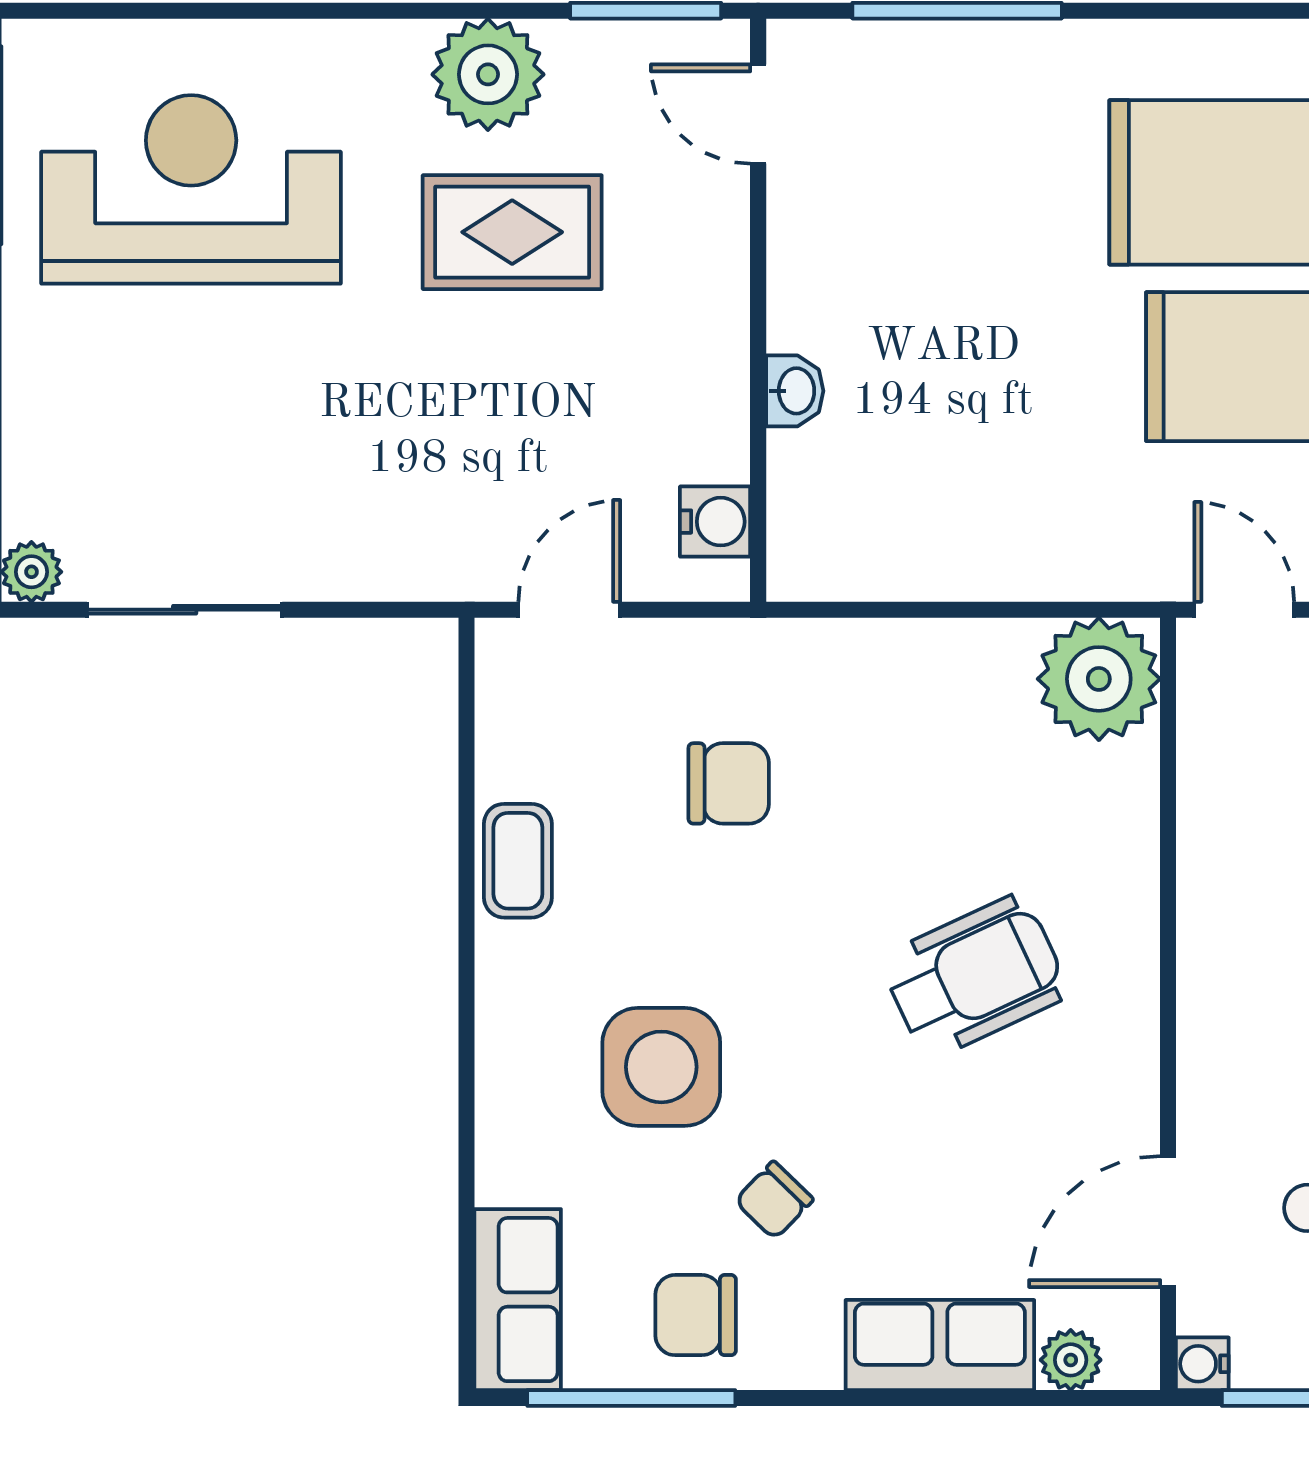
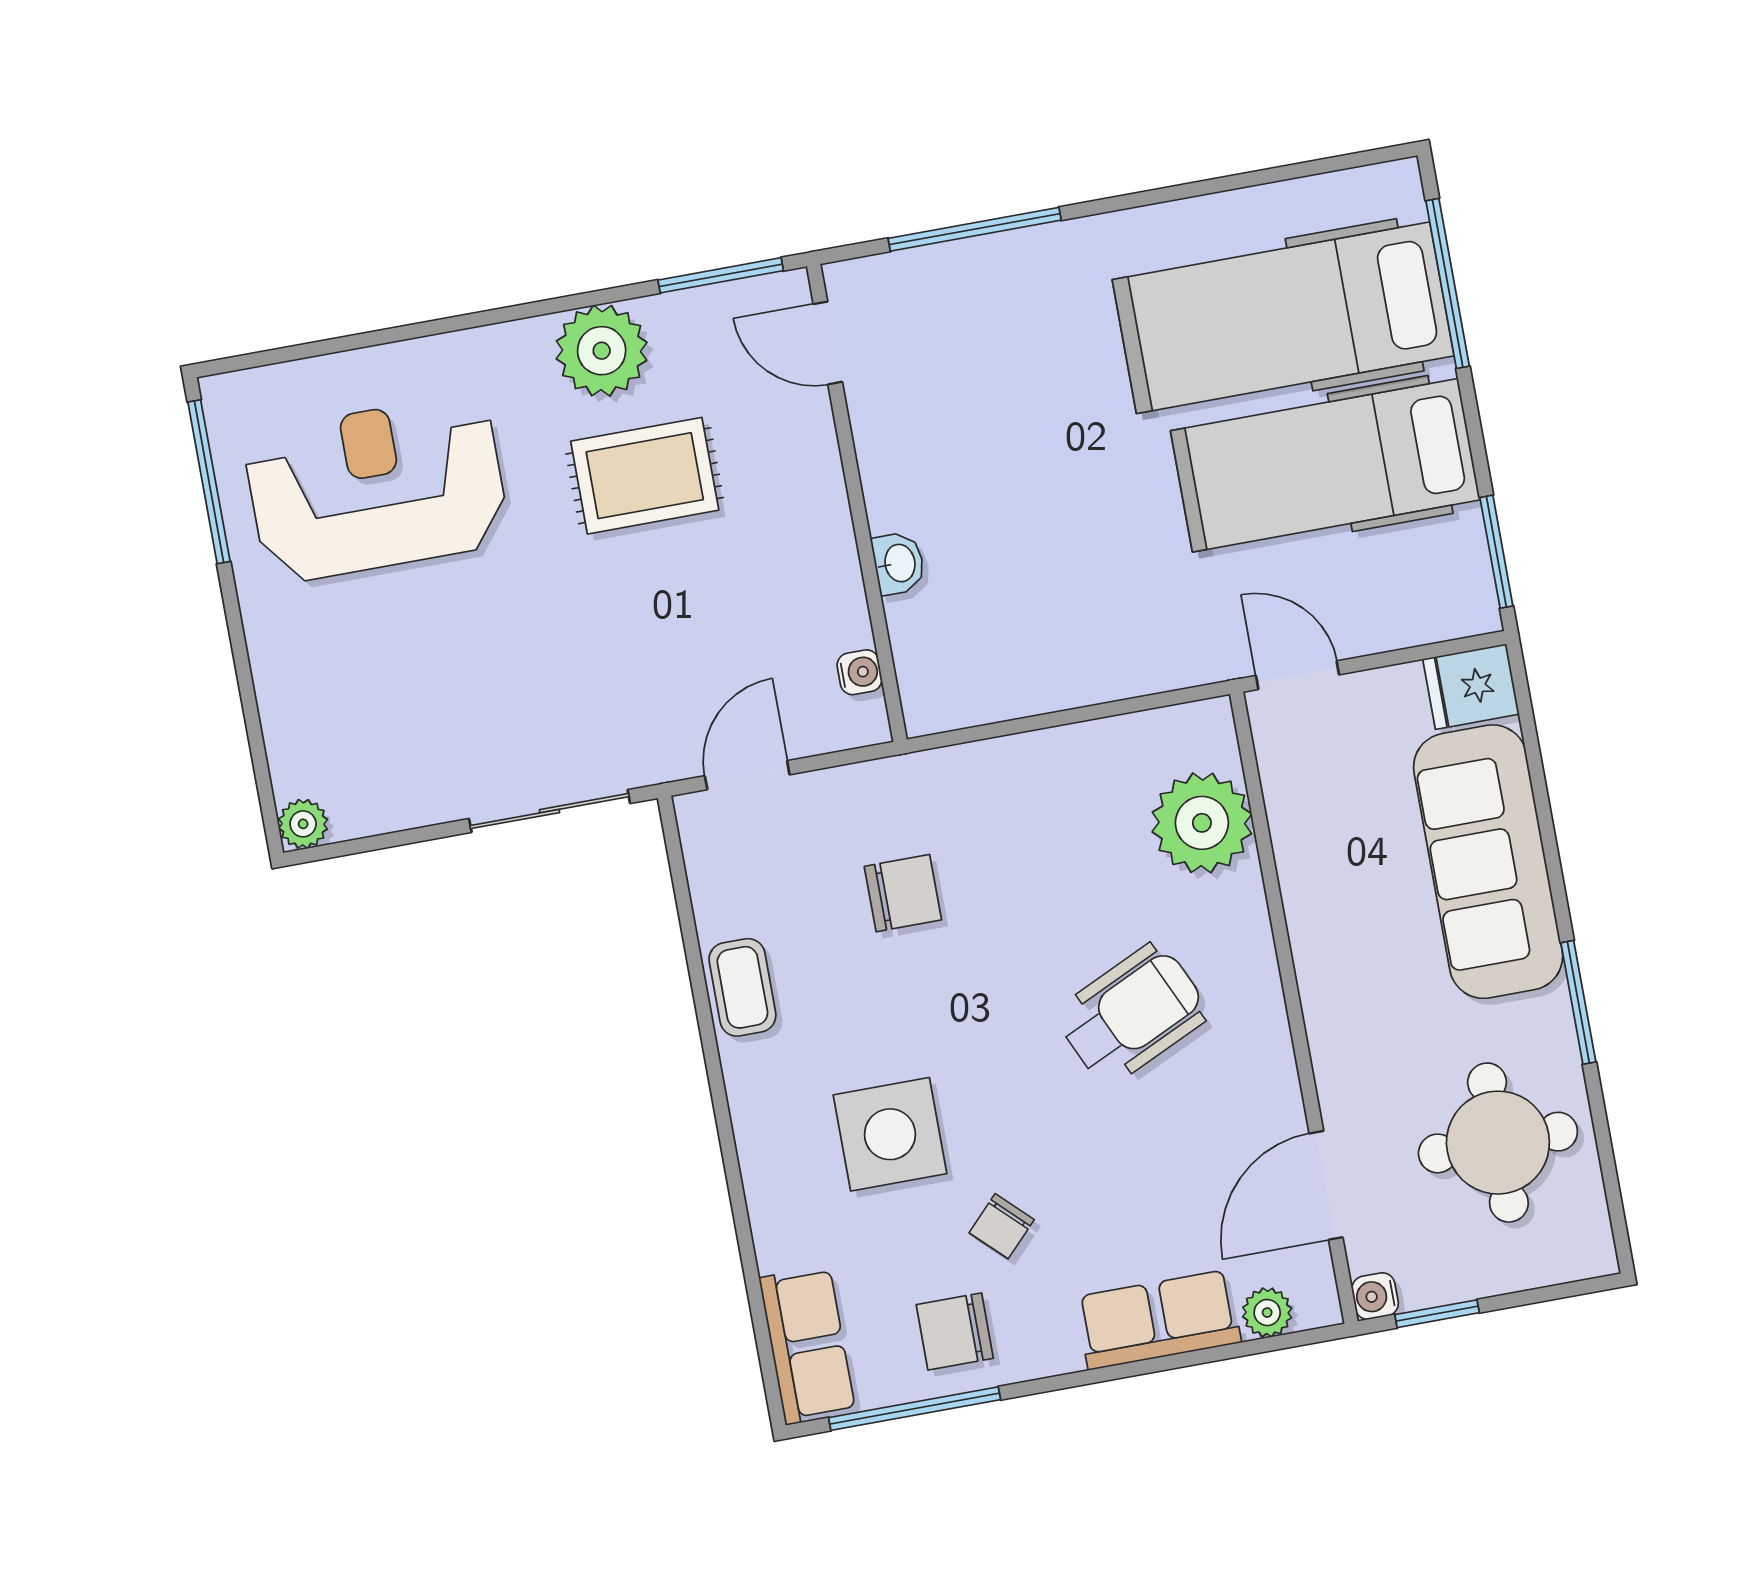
water cooler: (715, 522) -> (860, 672), width x0.72, depth x0.72
sliding door: (185, 610) -> (550, 811), moved
plant: (1099, 679) -> (1202, 823), moved

